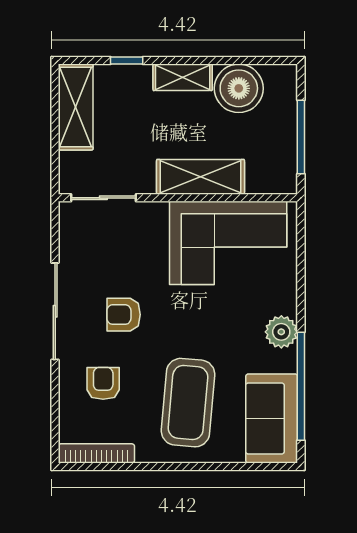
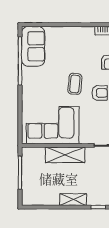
boiler: (239, 88) -> (48, 195), removed
plant: (281, 332) -> (29, 85), removed
coffee table: (188, 403) -> (75, 84), moved, width x0.54, depth x0.58

